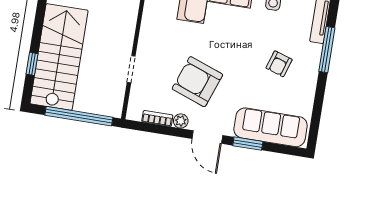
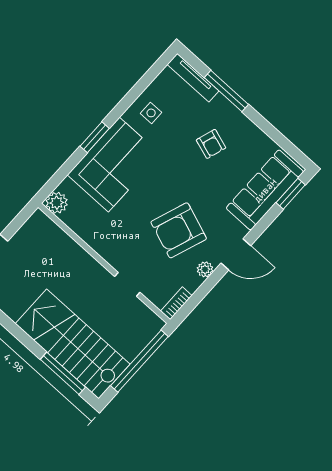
window: (32, 64) -> (63, 373), width x2.17
bookcase: (157, 118) -> (176, 303), moved
window: (248, 144) -> (291, 194), moved

